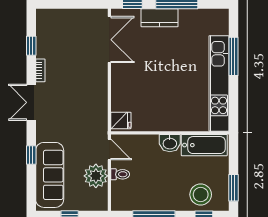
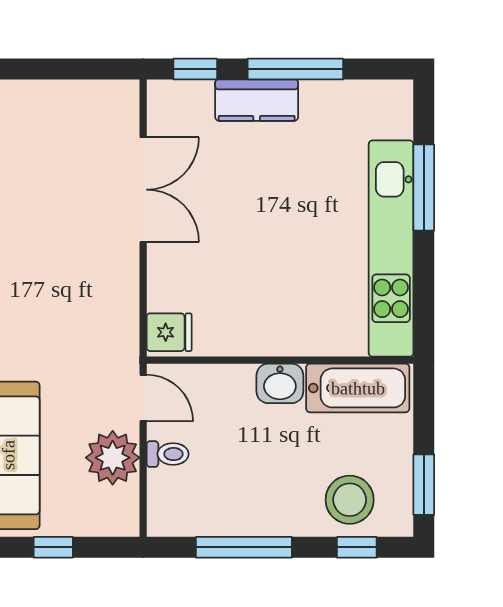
double door: (109, 40) -> (143, 190), moved

